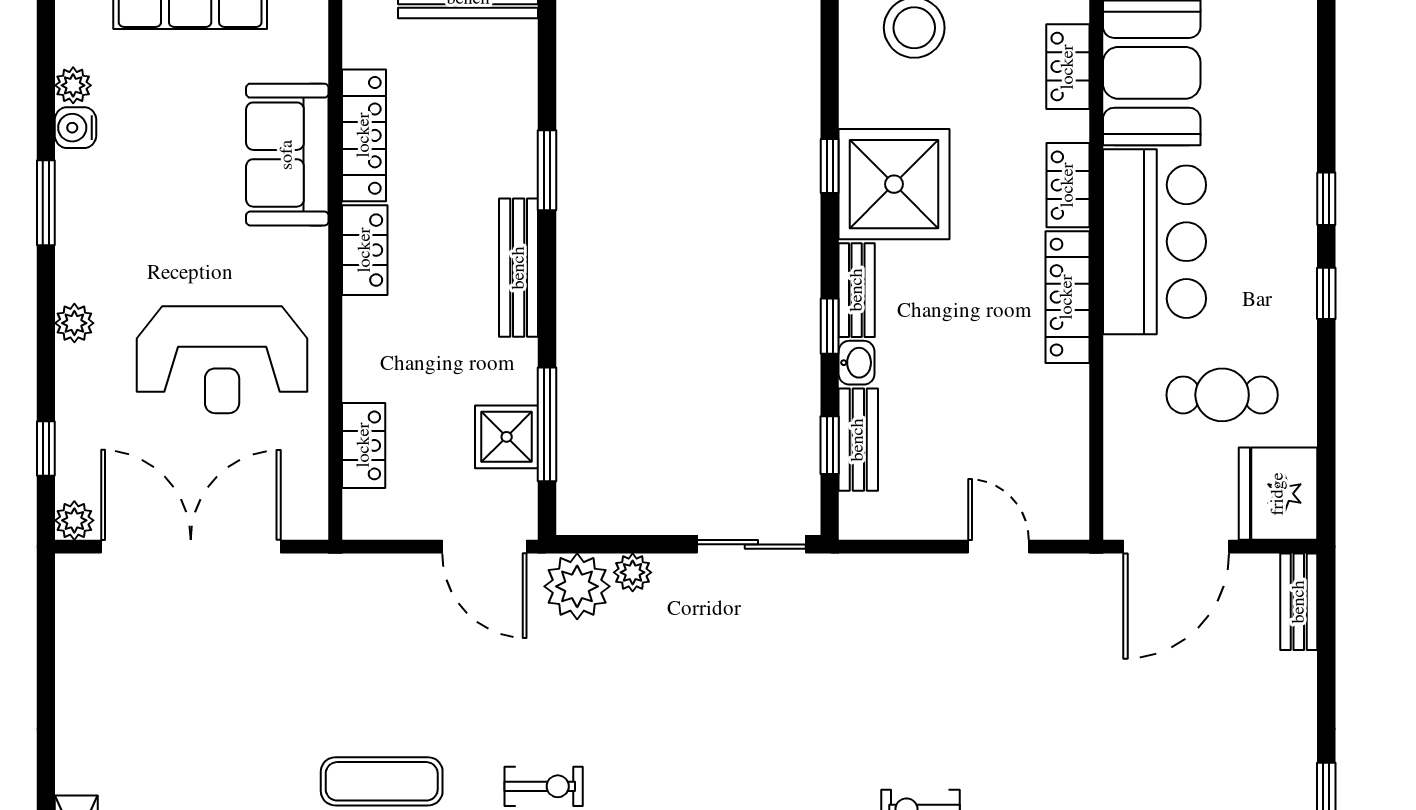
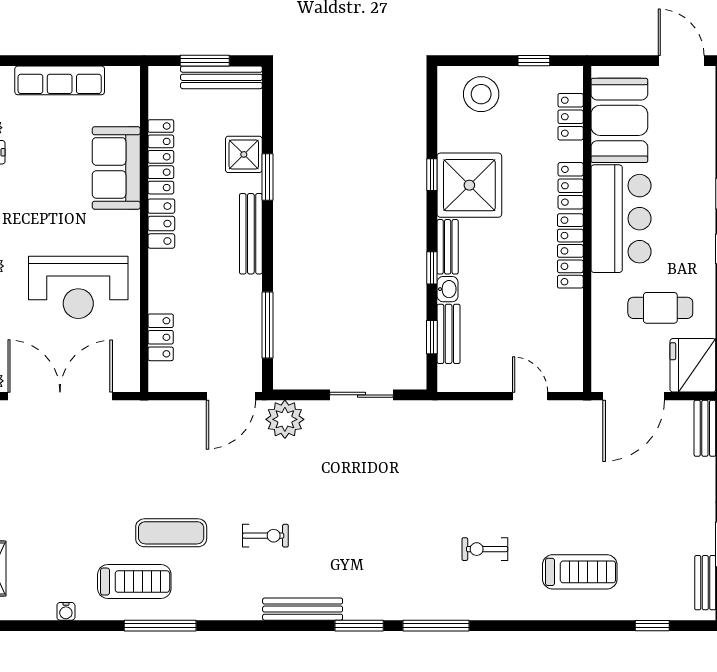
shower: (507, 437) -> (244, 154), moved
sliding door: (751, 544) -> (361, 395), moved
door: (484, 547) -> (231, 396), hinge flipped
plant: (633, 572) -> (317, 411), removed

